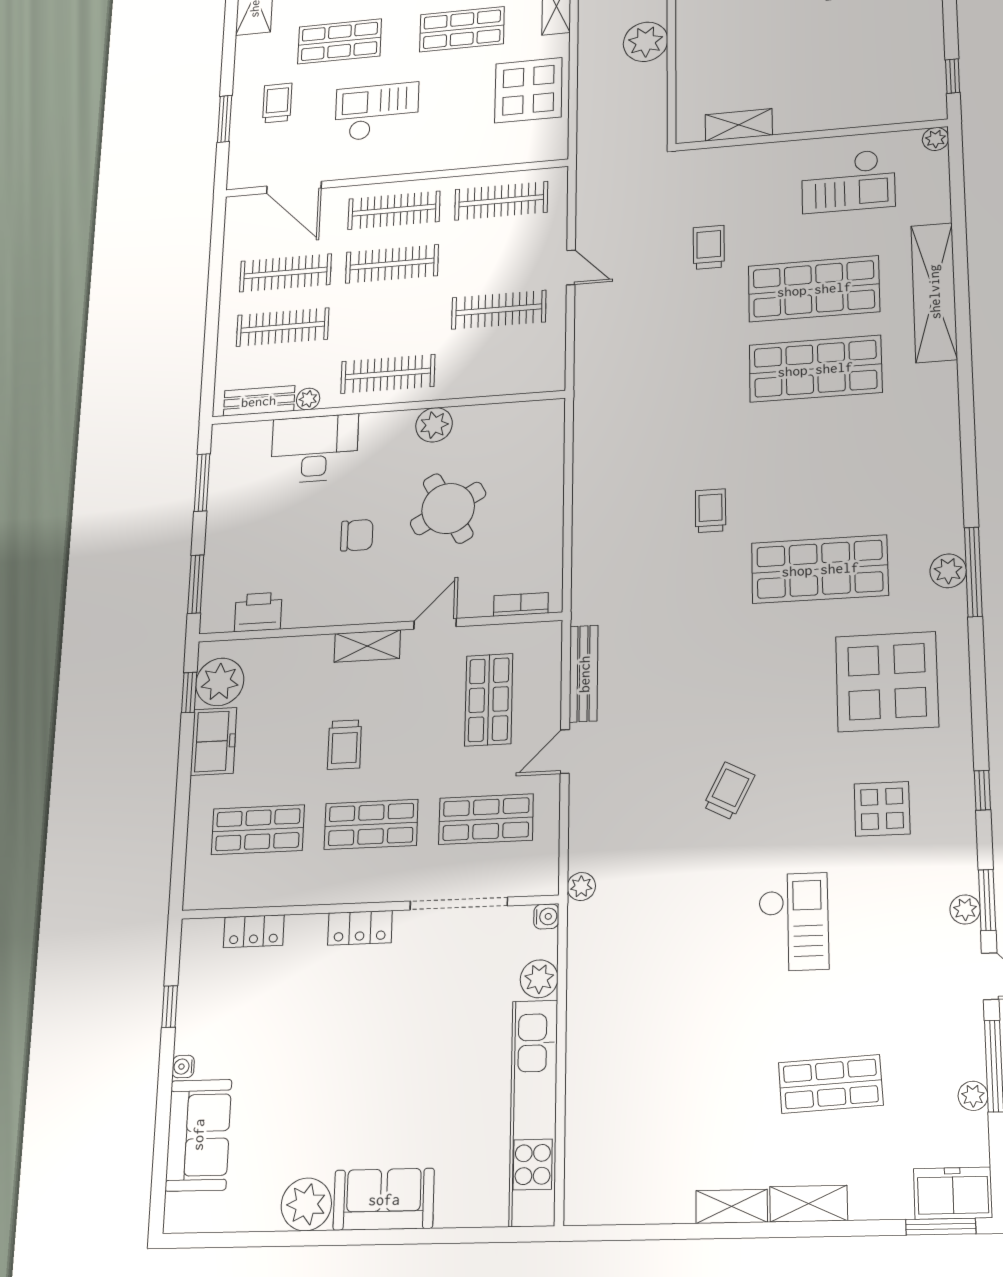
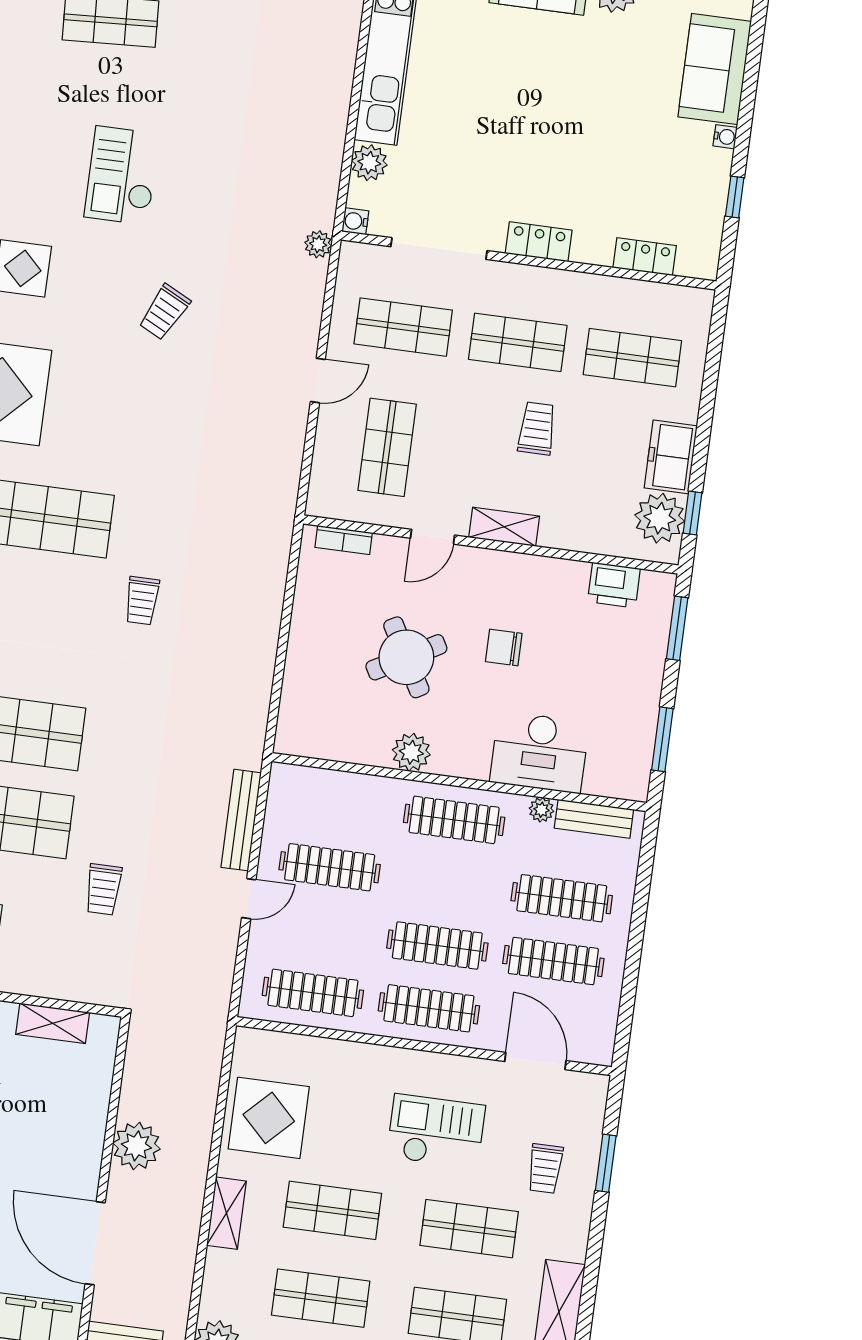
checkout: (377, 112) -> (436, 1131), turned 180
door: (571, 267) -> (249, 899), swing flipped
bench: (584, 674) -> (241, 820), moved

